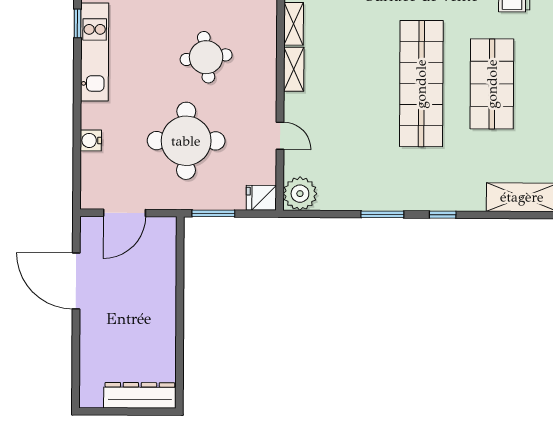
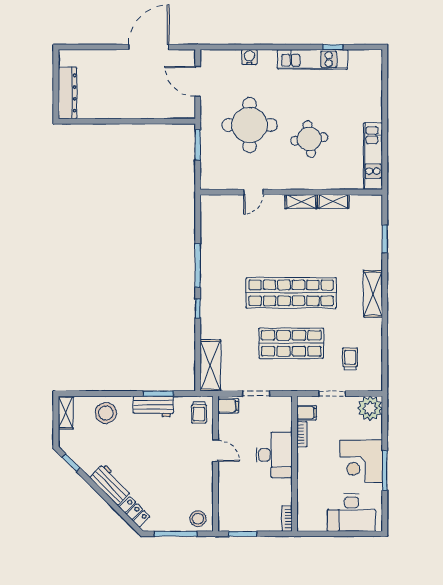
plant: (300, 194) -> (212, 207), removed
fridge: (261, 198) -> (209, 179), removed
window: (382, 214) -> (198, 266), width x1.44

